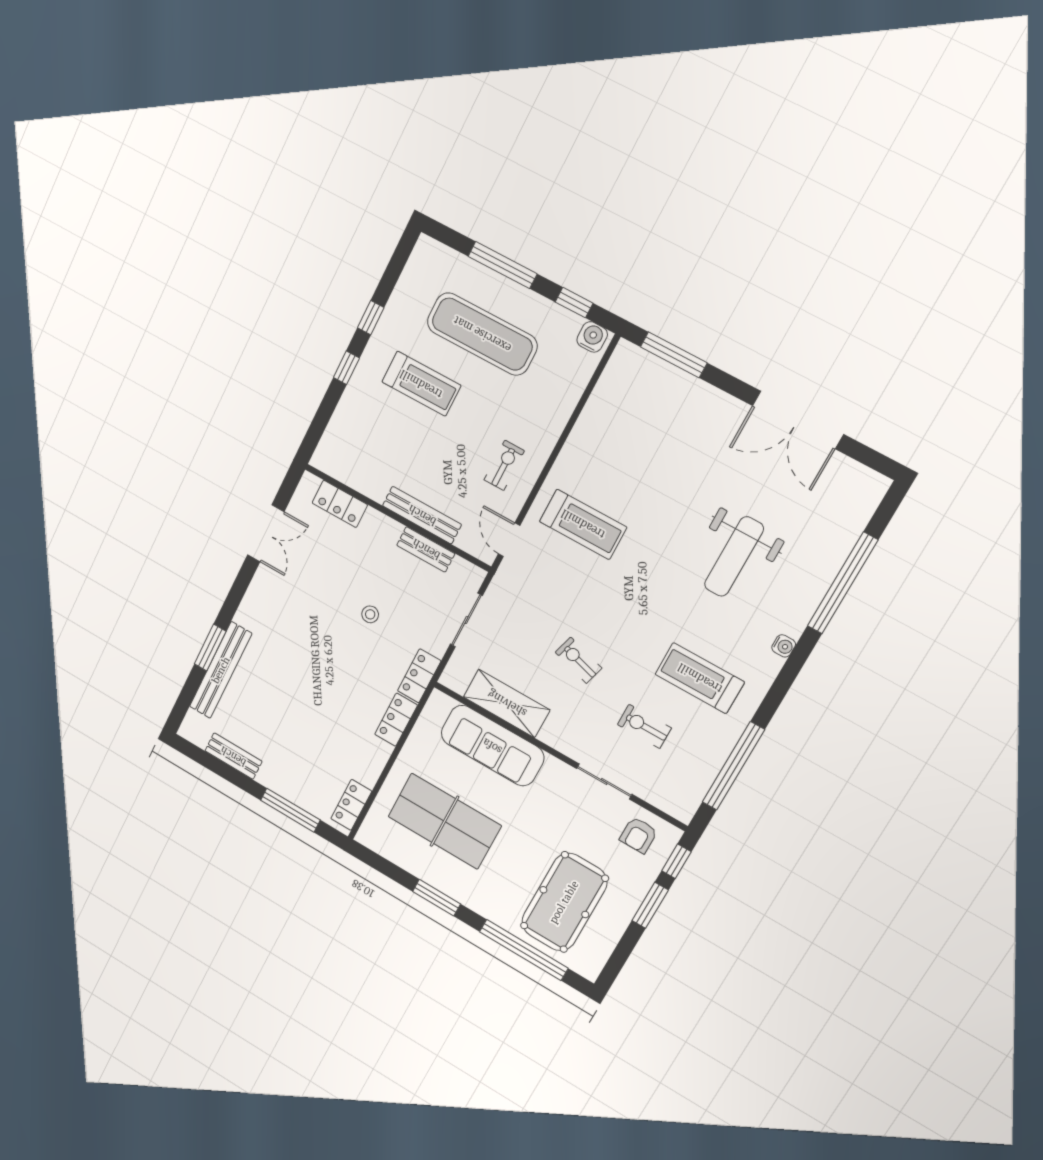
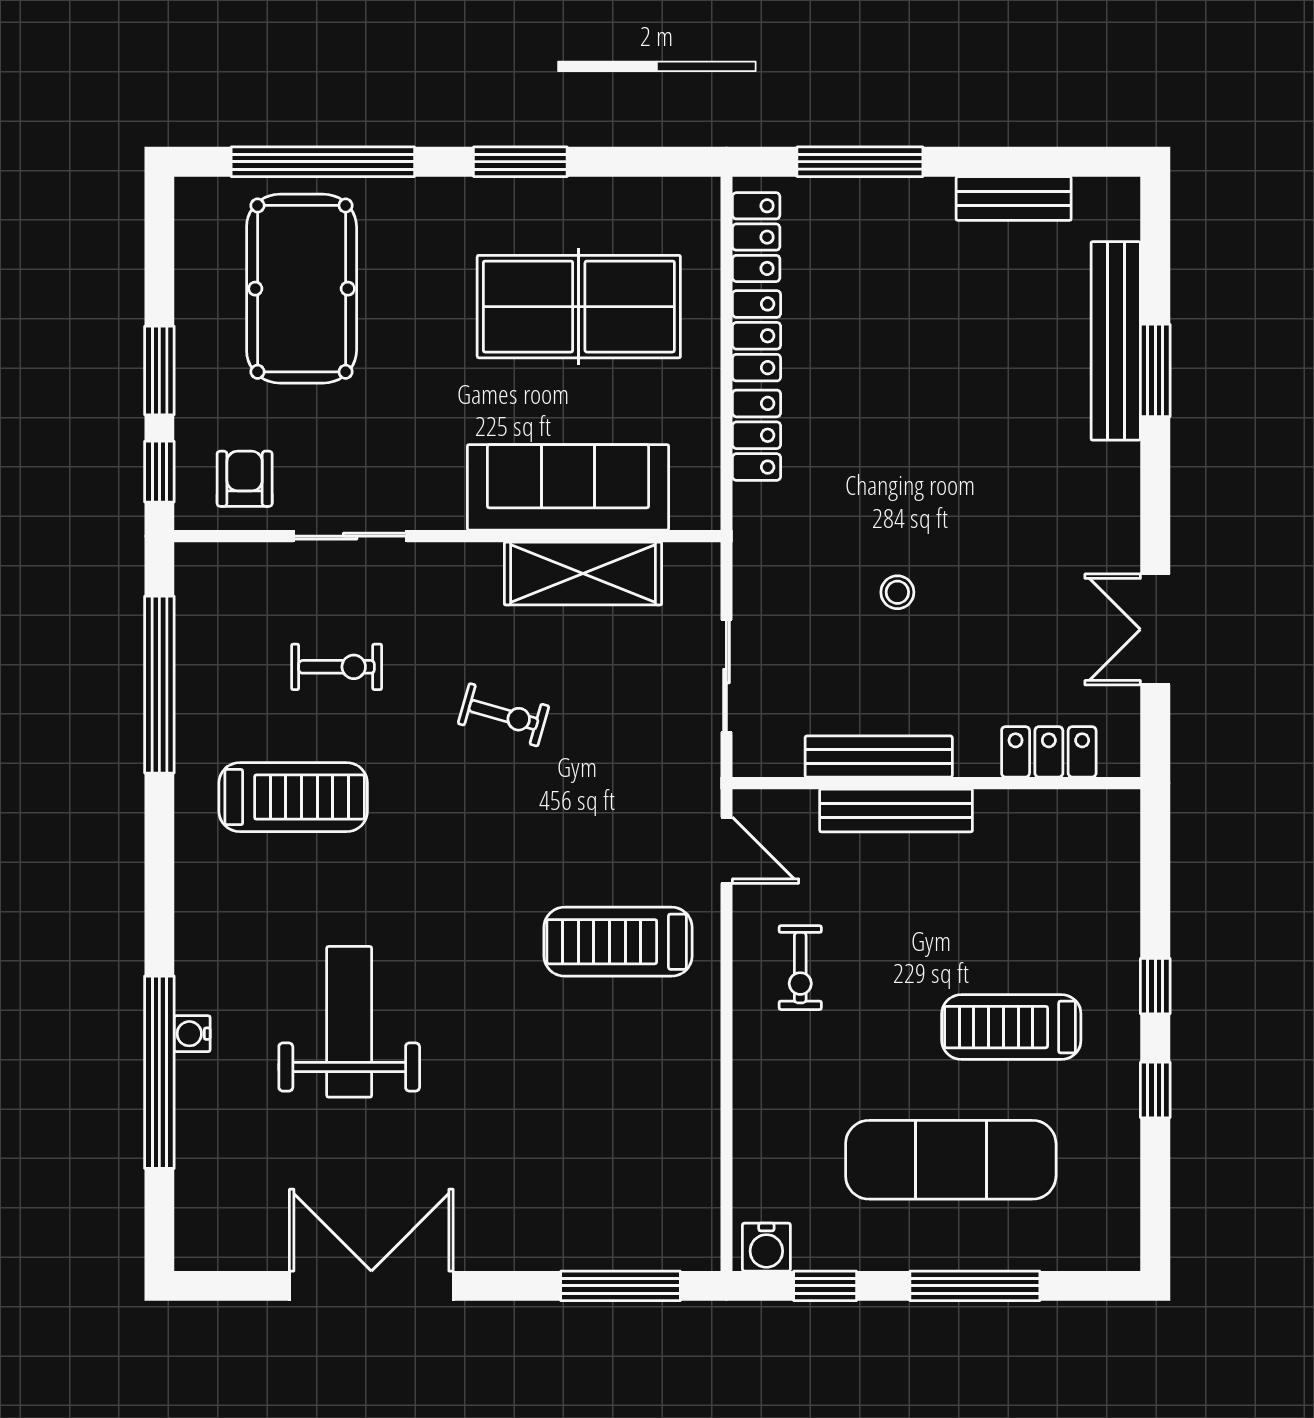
bench: (426, 549) -> (879, 757), width x1.36
water cooler: (784, 646) -> (192, 1034), moved
locker: (419, 676) -> (757, 336), moved

